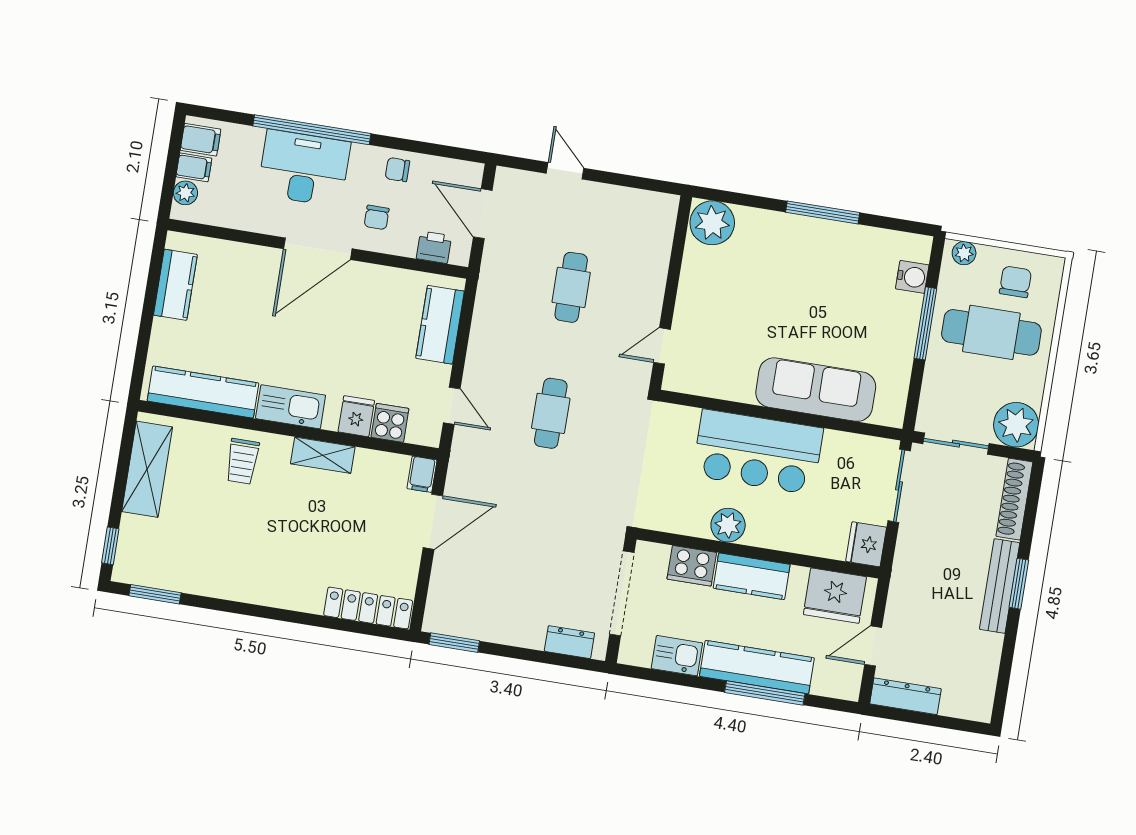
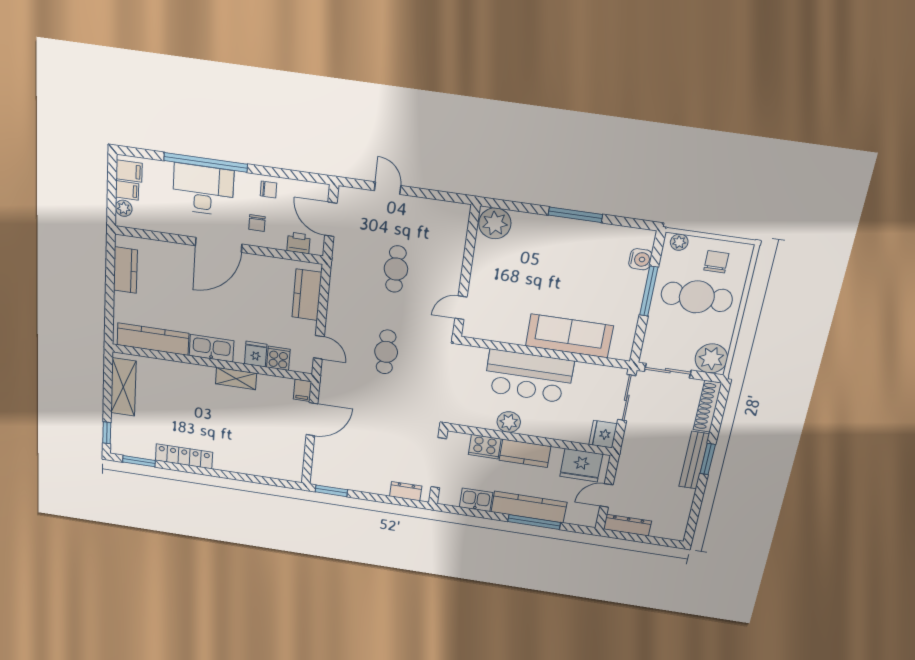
chair: (397, 170) -> (268, 190), turned 180
trolley: (242, 461) -> (184, 382), removed
locker: (368, 608) -> (184, 456), moved

